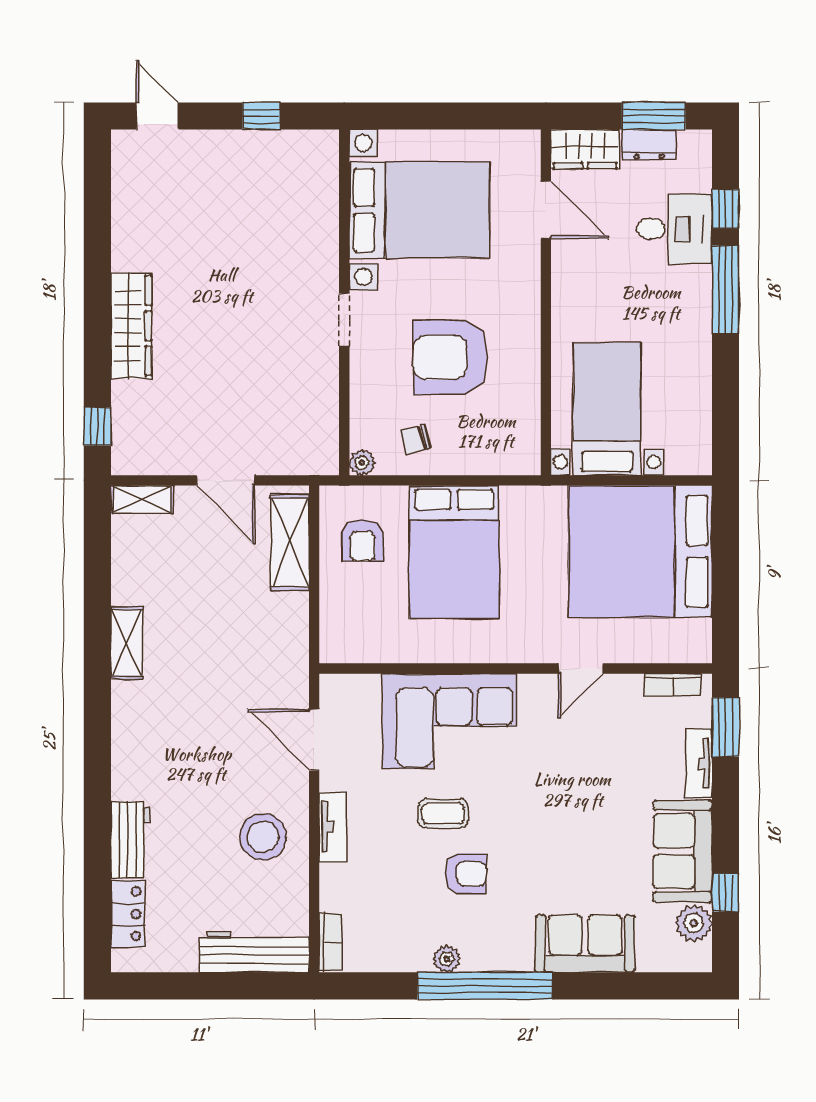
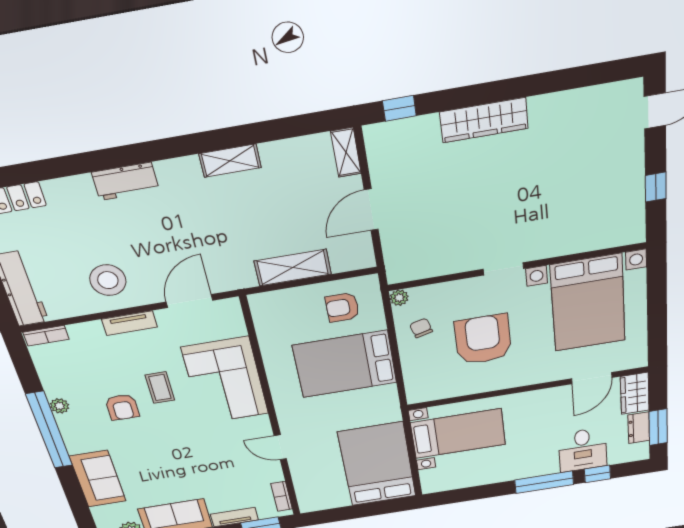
shelving: (290, 542) -> (293, 268), moved
bed: (640, 551) -> (377, 464), width x0.73
workbench: (131, 840) -> (125, 181), moved

